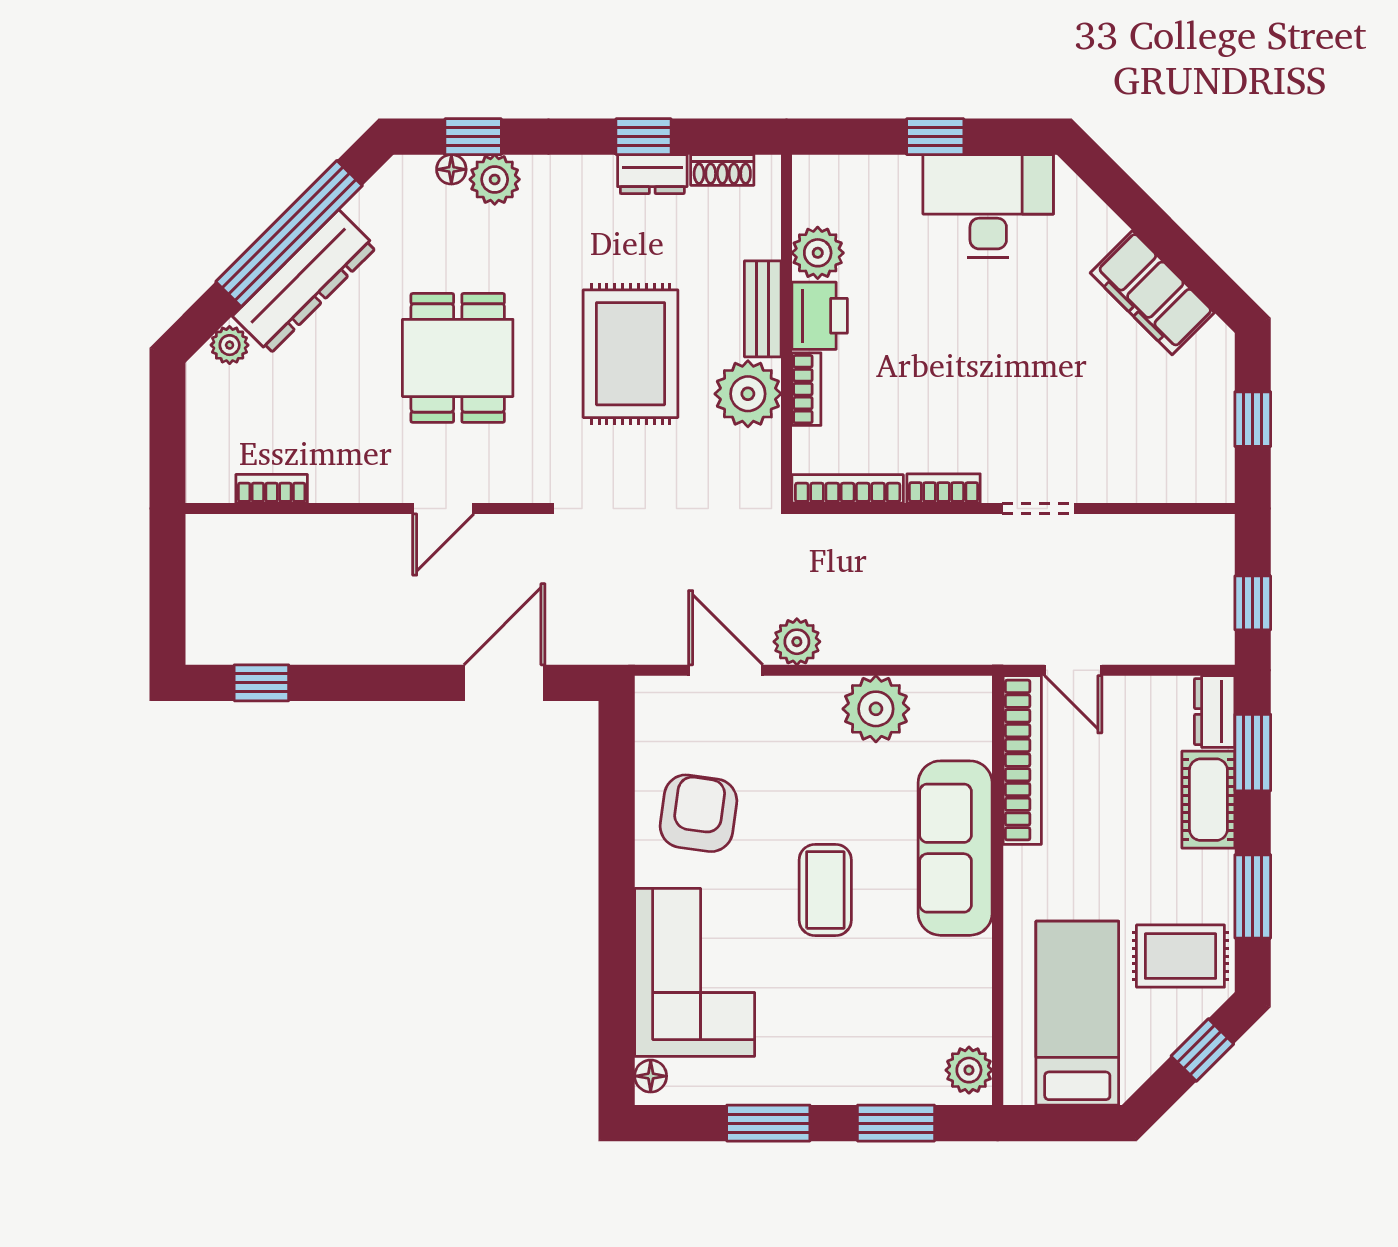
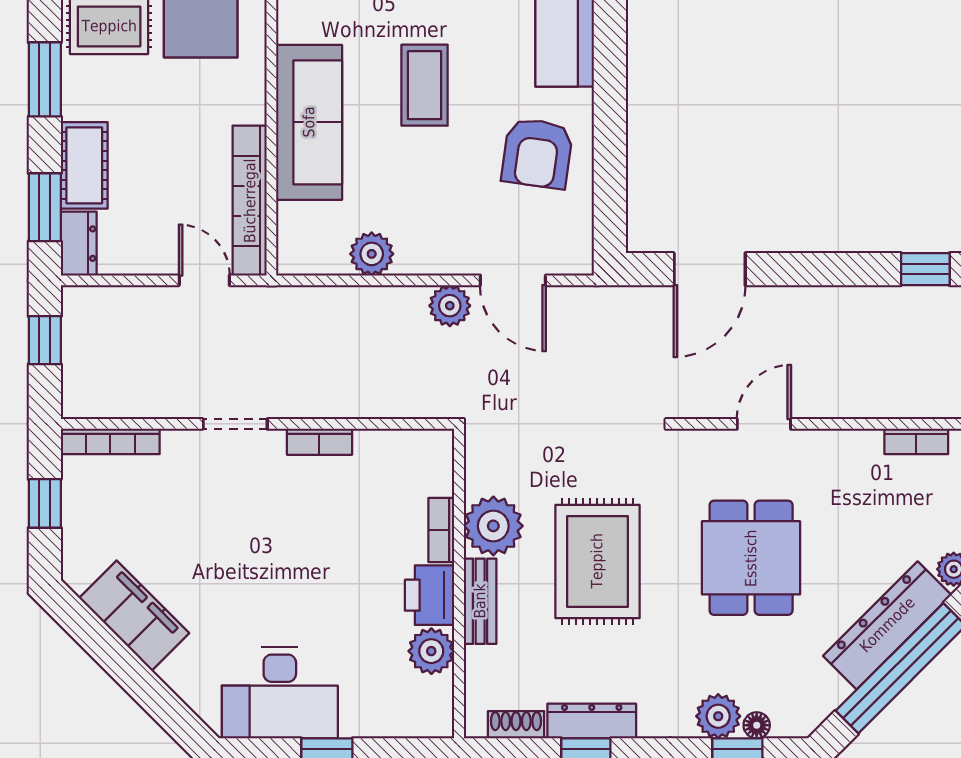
dresser: (652, 174) -> (592, 721), width x1.44
bookcase: (848, 489) -> (110, 441), moved
plant: (876, 709) -> (372, 254), width x0.73, depth x0.73

